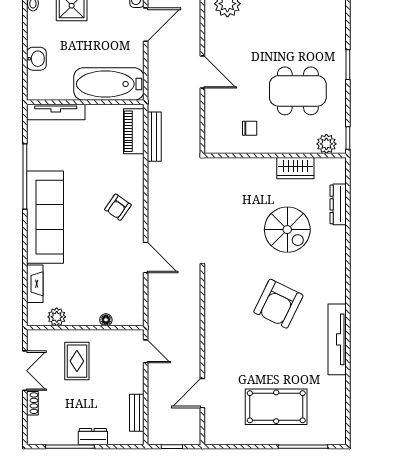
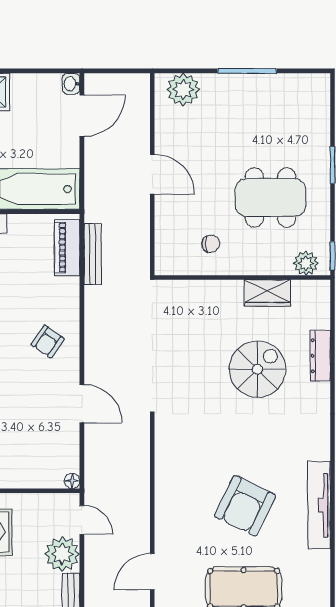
dresser: (338, 204) -> (320, 356), moved
spiral stairs: (287, 230) -> (257, 369), turned -90
armchair: (278, 304) -> (245, 506), moved
floor lamp: (106, 320) -> (72, 481), moved
plant: (130, 379) -> (62, 554), added

